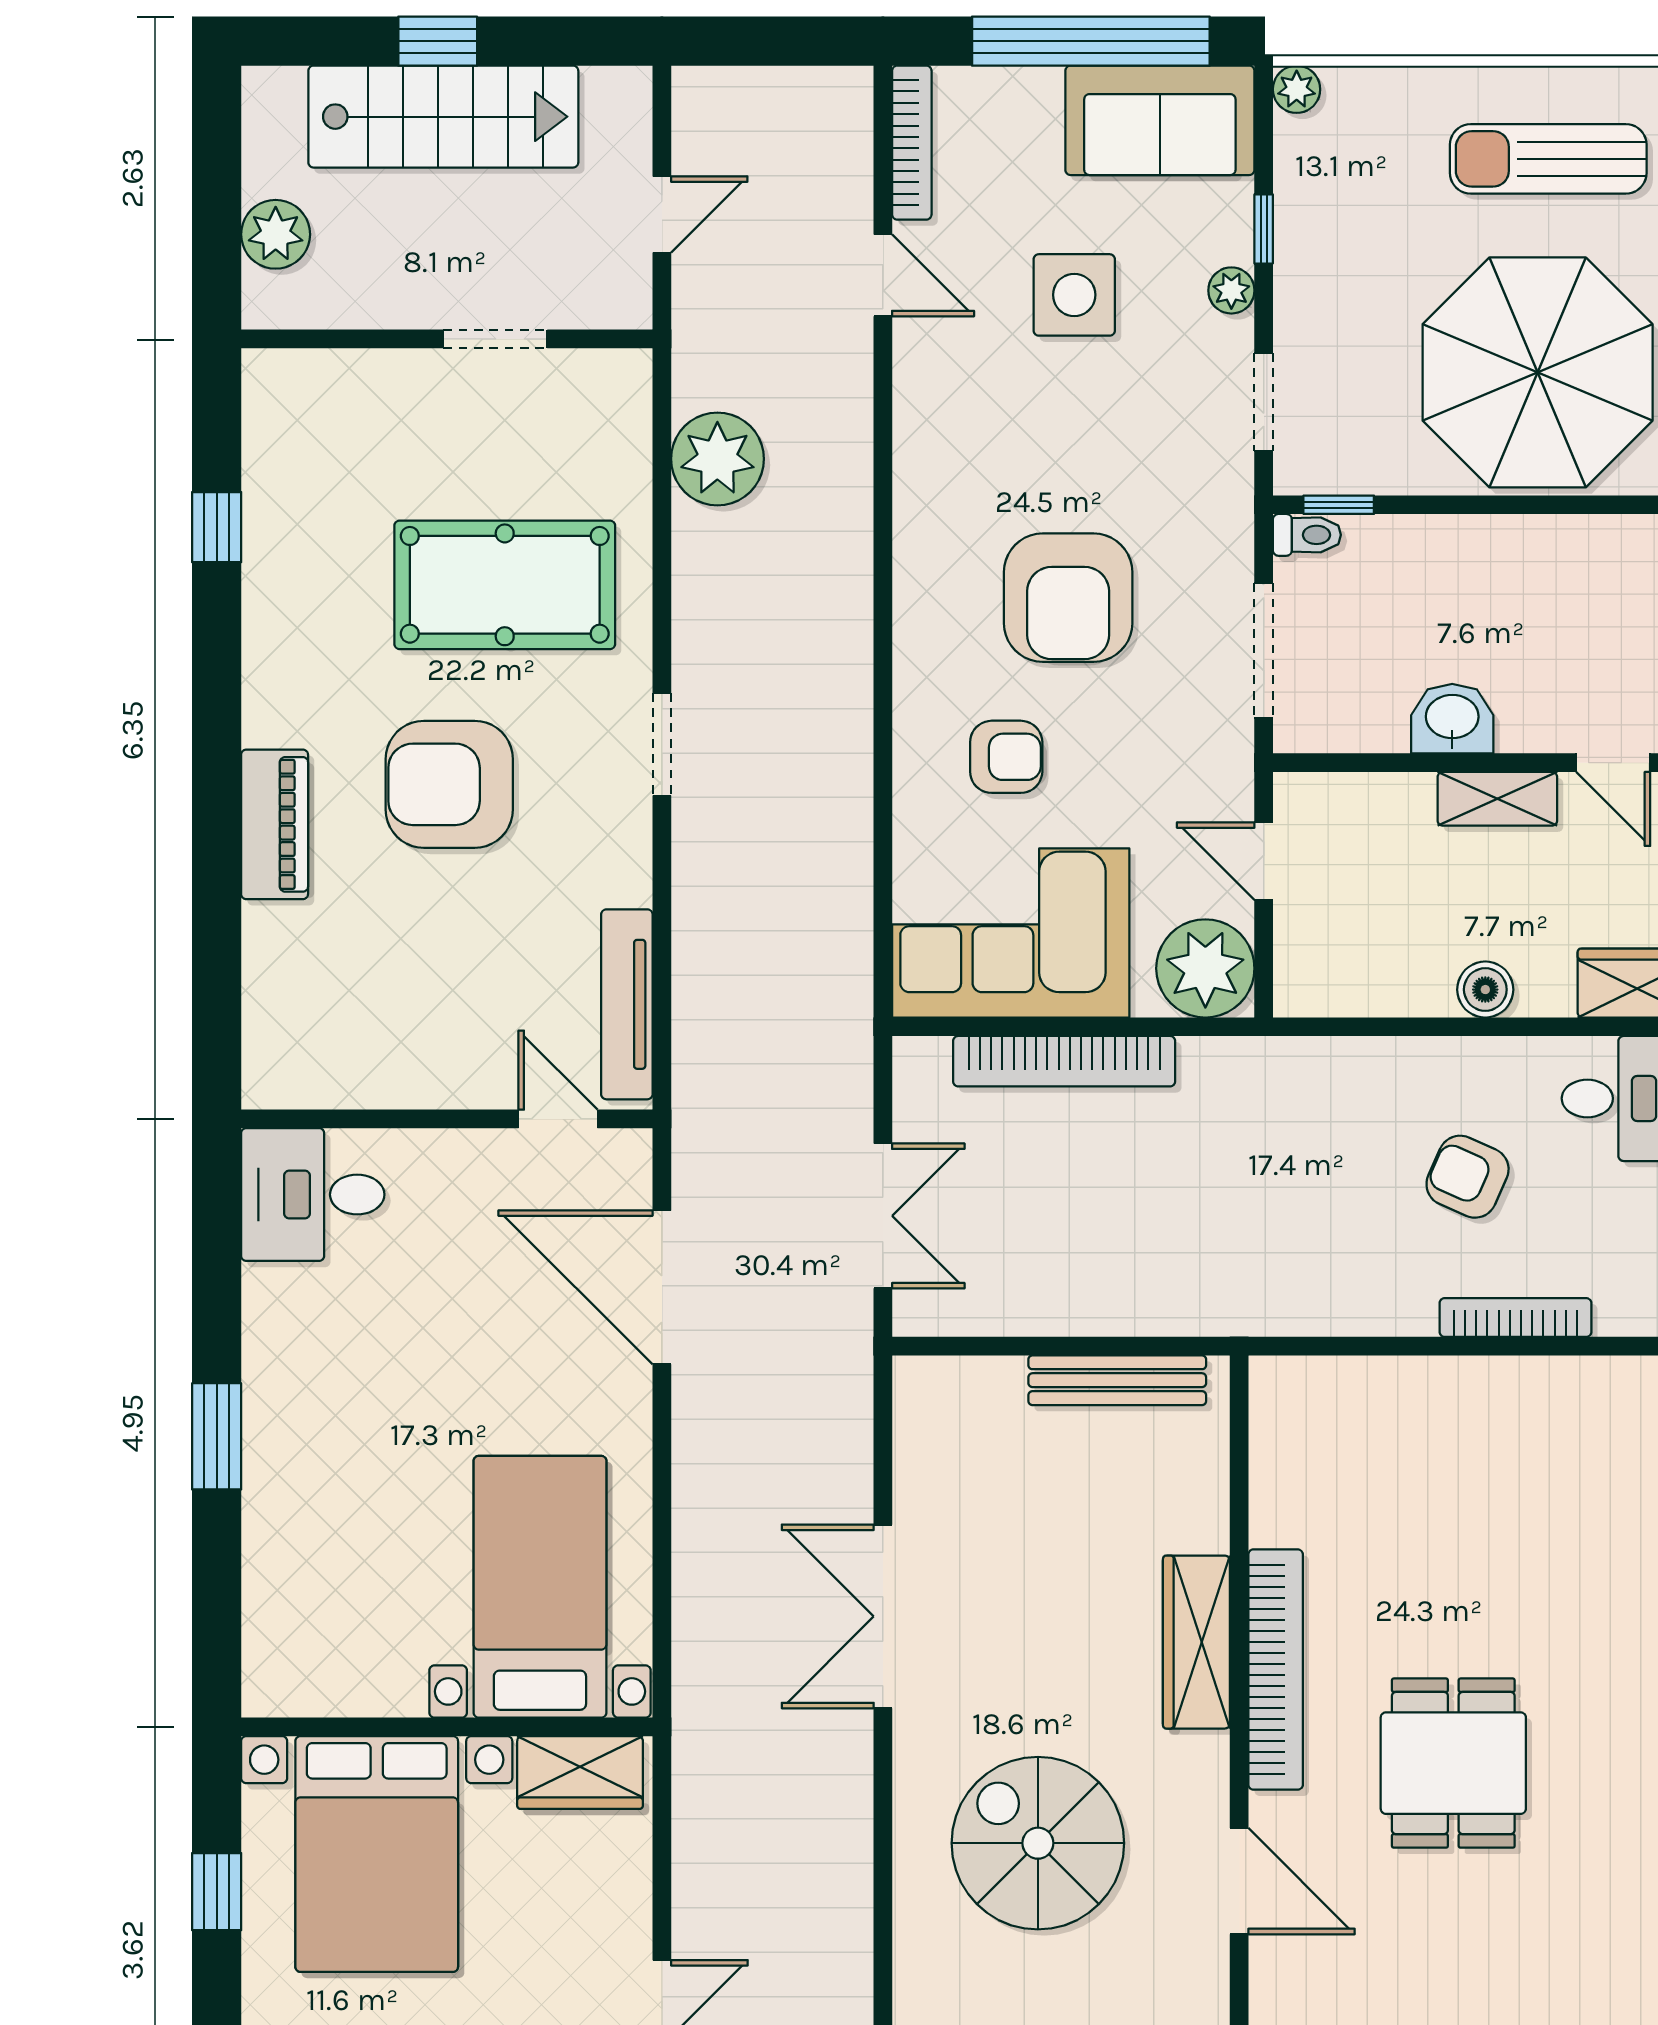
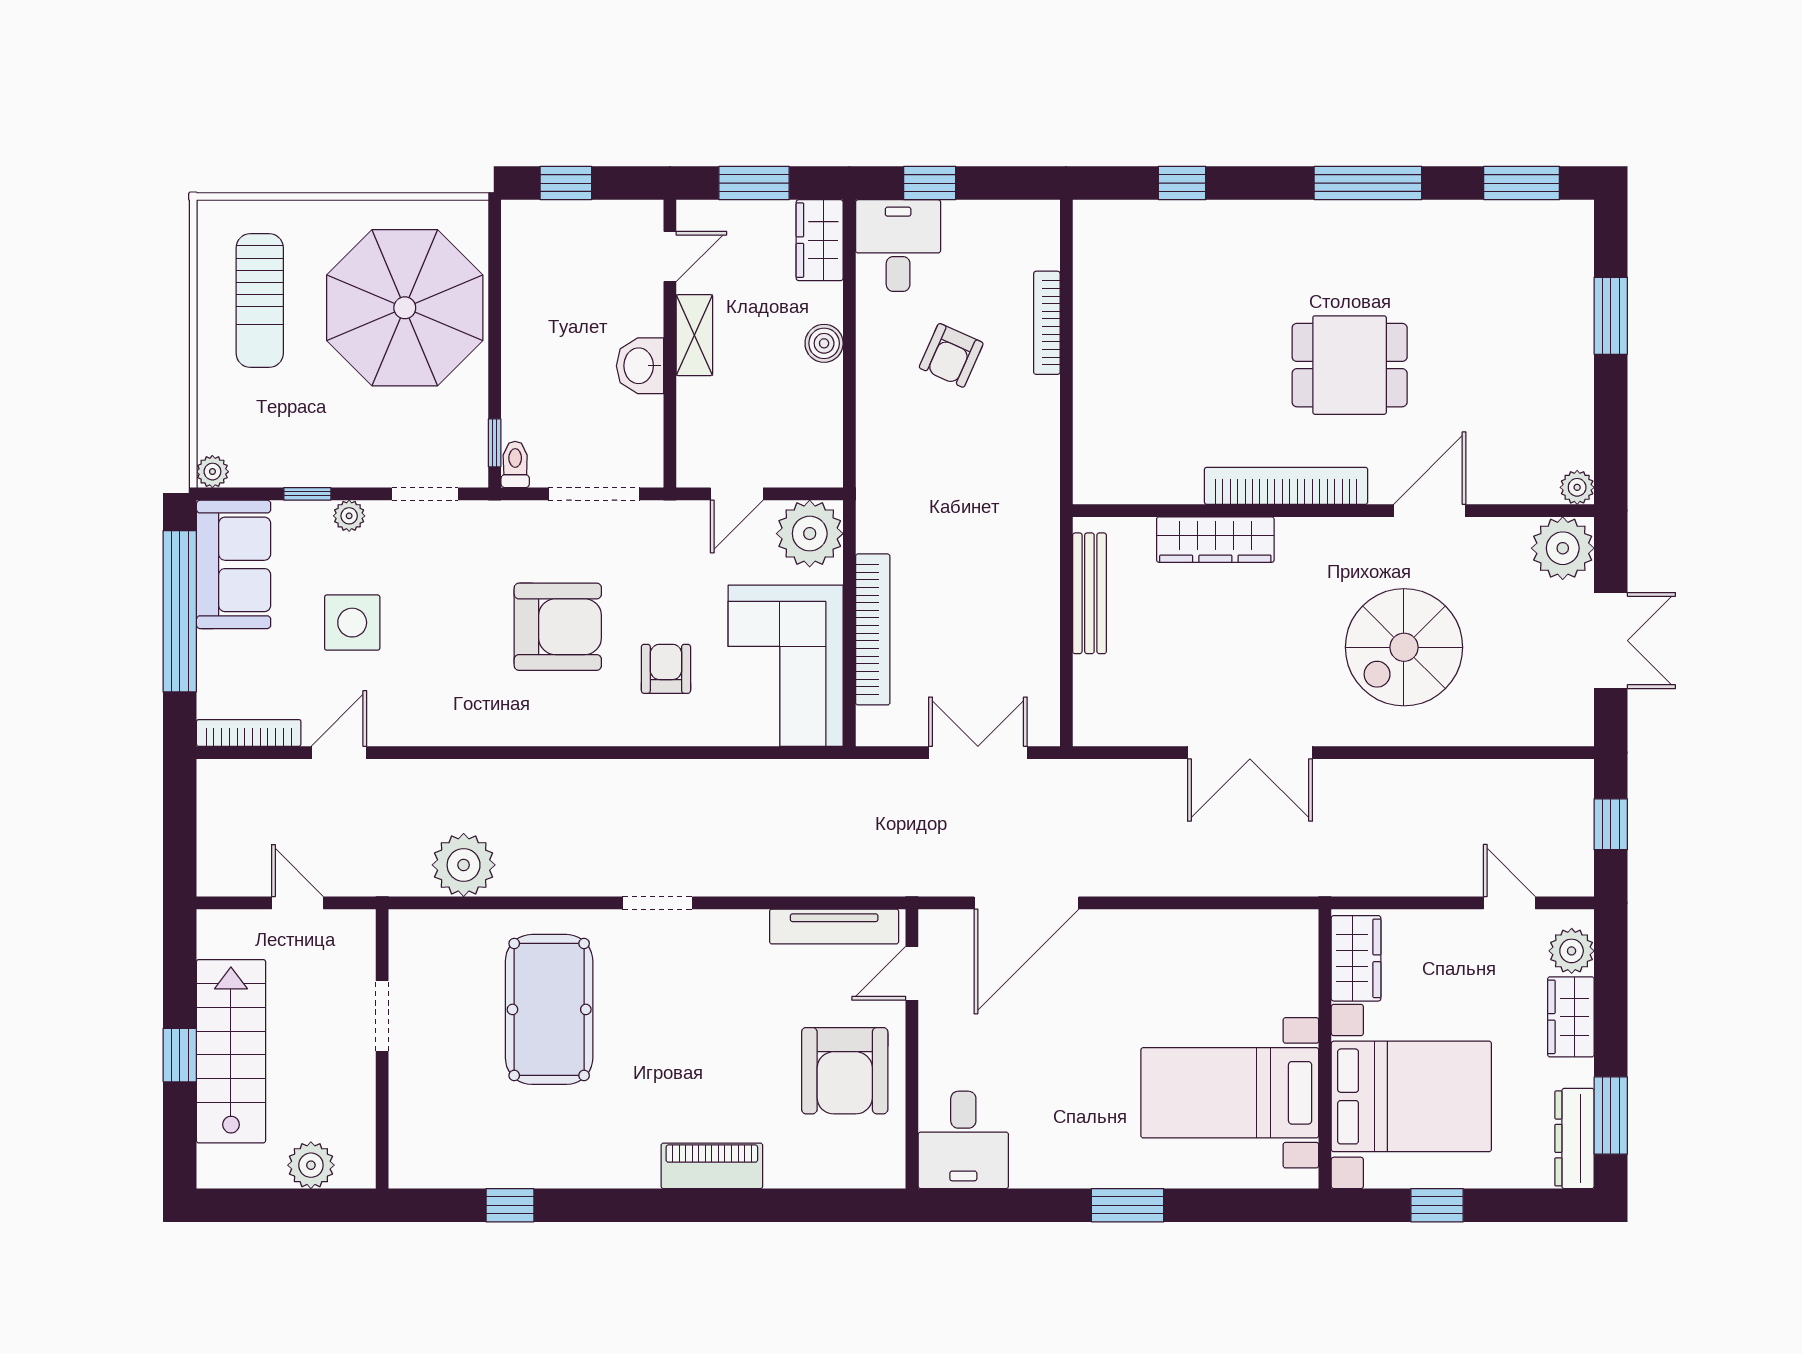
armchair: (449, 784) -> (845, 1071), moved
bed with nightstands: (540, 1587) -> (1230, 1093), moved
wardrobe: (1196, 1642) -> (1215, 540), moved

